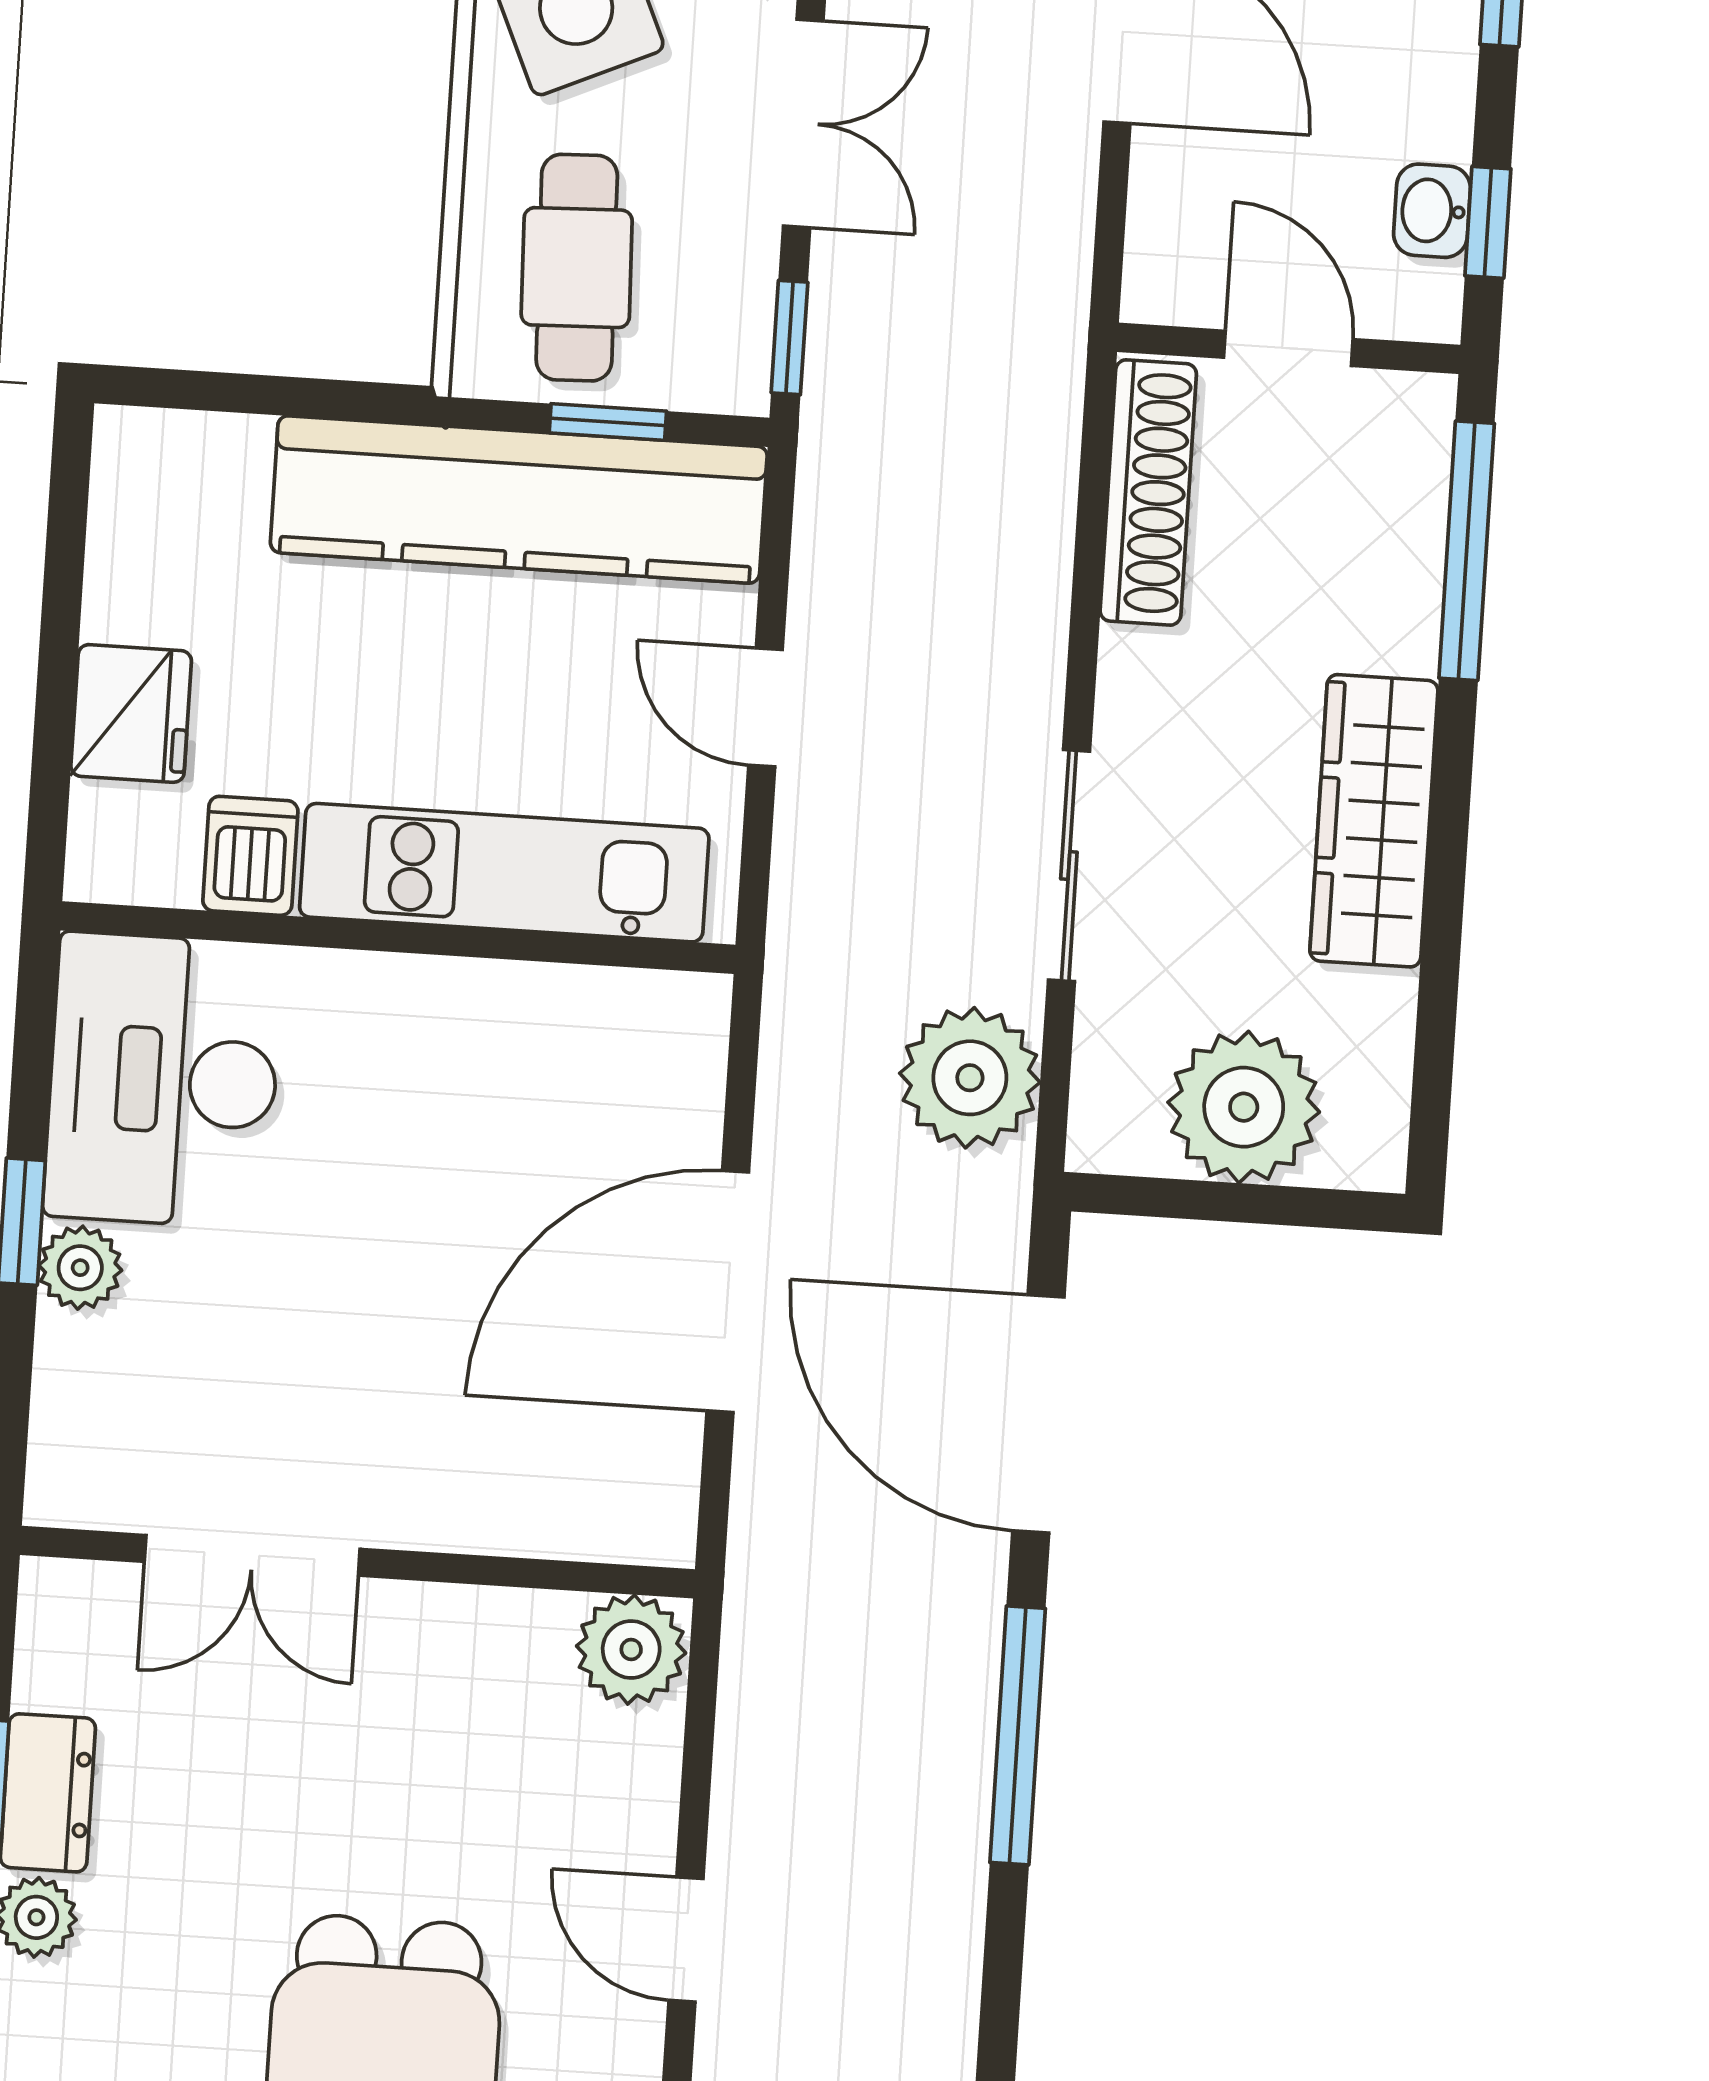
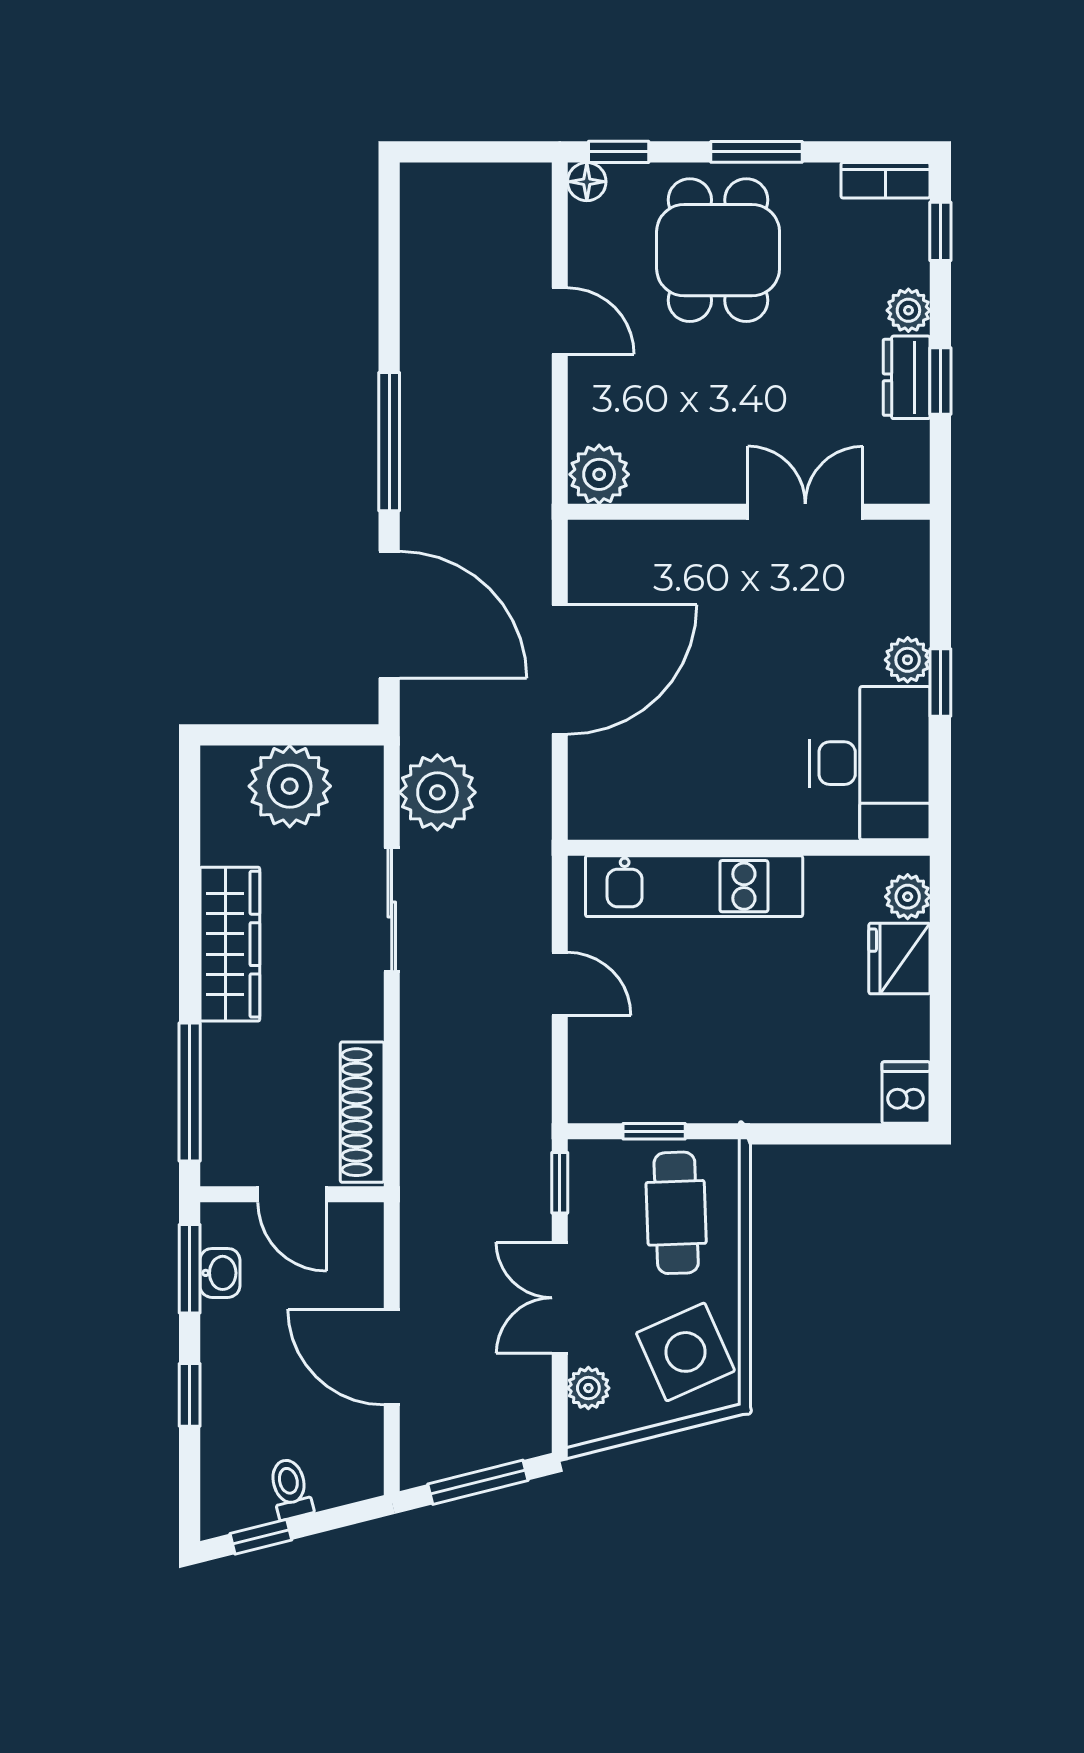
window: (1488, 222) -> (190, 1269), width x1.50
kitchen counter: (519, 500) -> (699, 1087), removed
plant: (108, 828) -> (908, 897), added
dishwasher: (250, 856) -> (906, 1093), moved, turned 180

